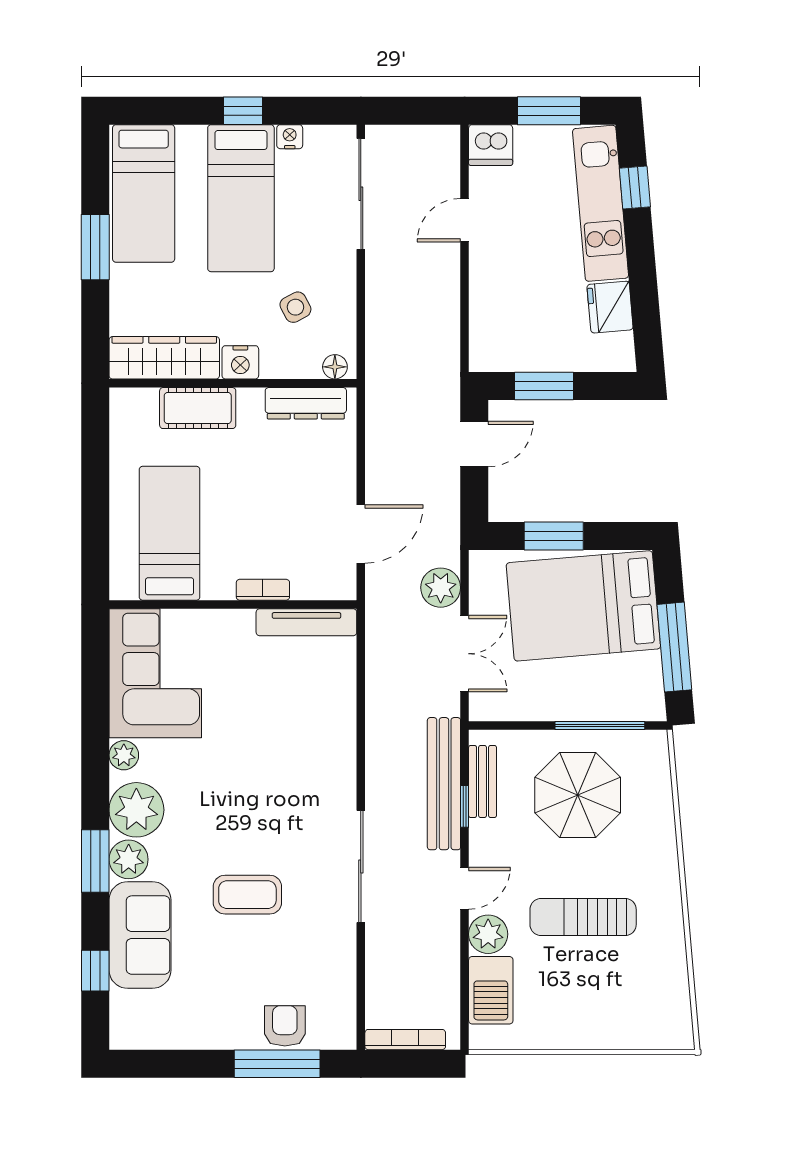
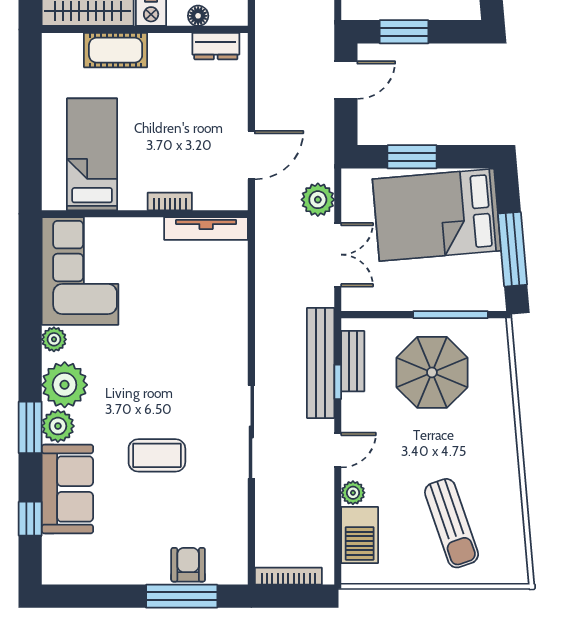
floor lamp: (335, 367) -> (198, 16), moved
dresser: (306, 403) -> (216, 46), width x0.70
sun lounger: (583, 917) -> (452, 523), moved, turned -109
plant: (488, 934) -> (353, 493), width x0.73, depth x0.73

